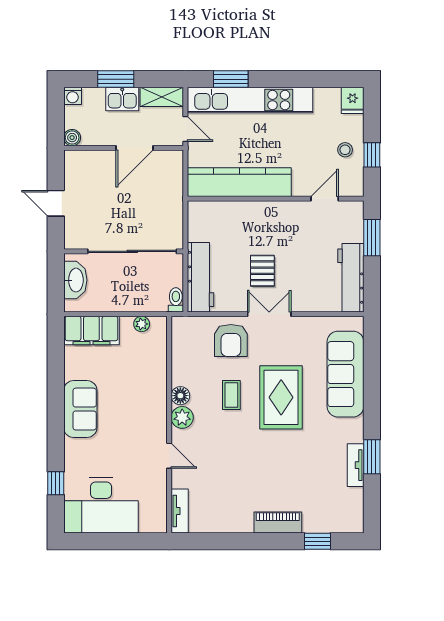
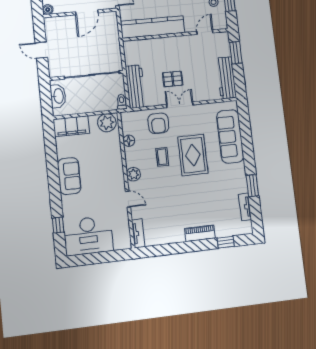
pallet: (262, 271) -> (173, 79), turned 90
plant: (142, 324) -> (107, 123), width x1.88, depth x1.88
floor lamp: (180, 396) -> (129, 141), moved
tv unit: (356, 465) -> (245, 207), moved

